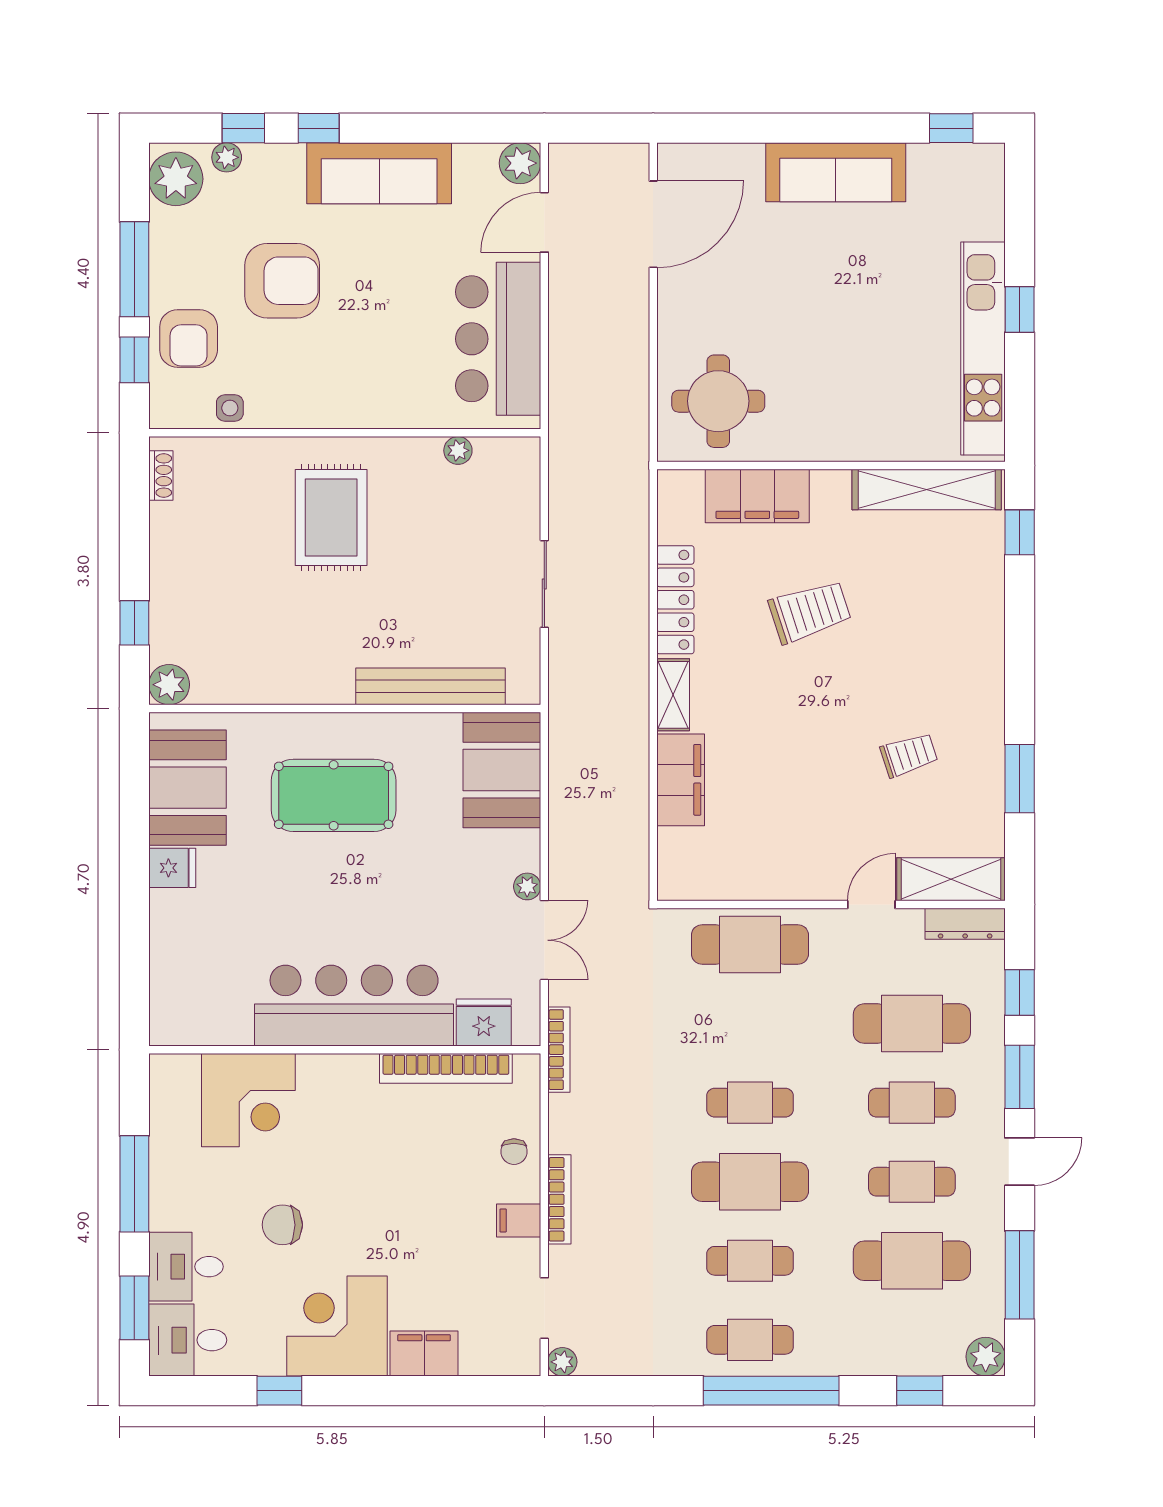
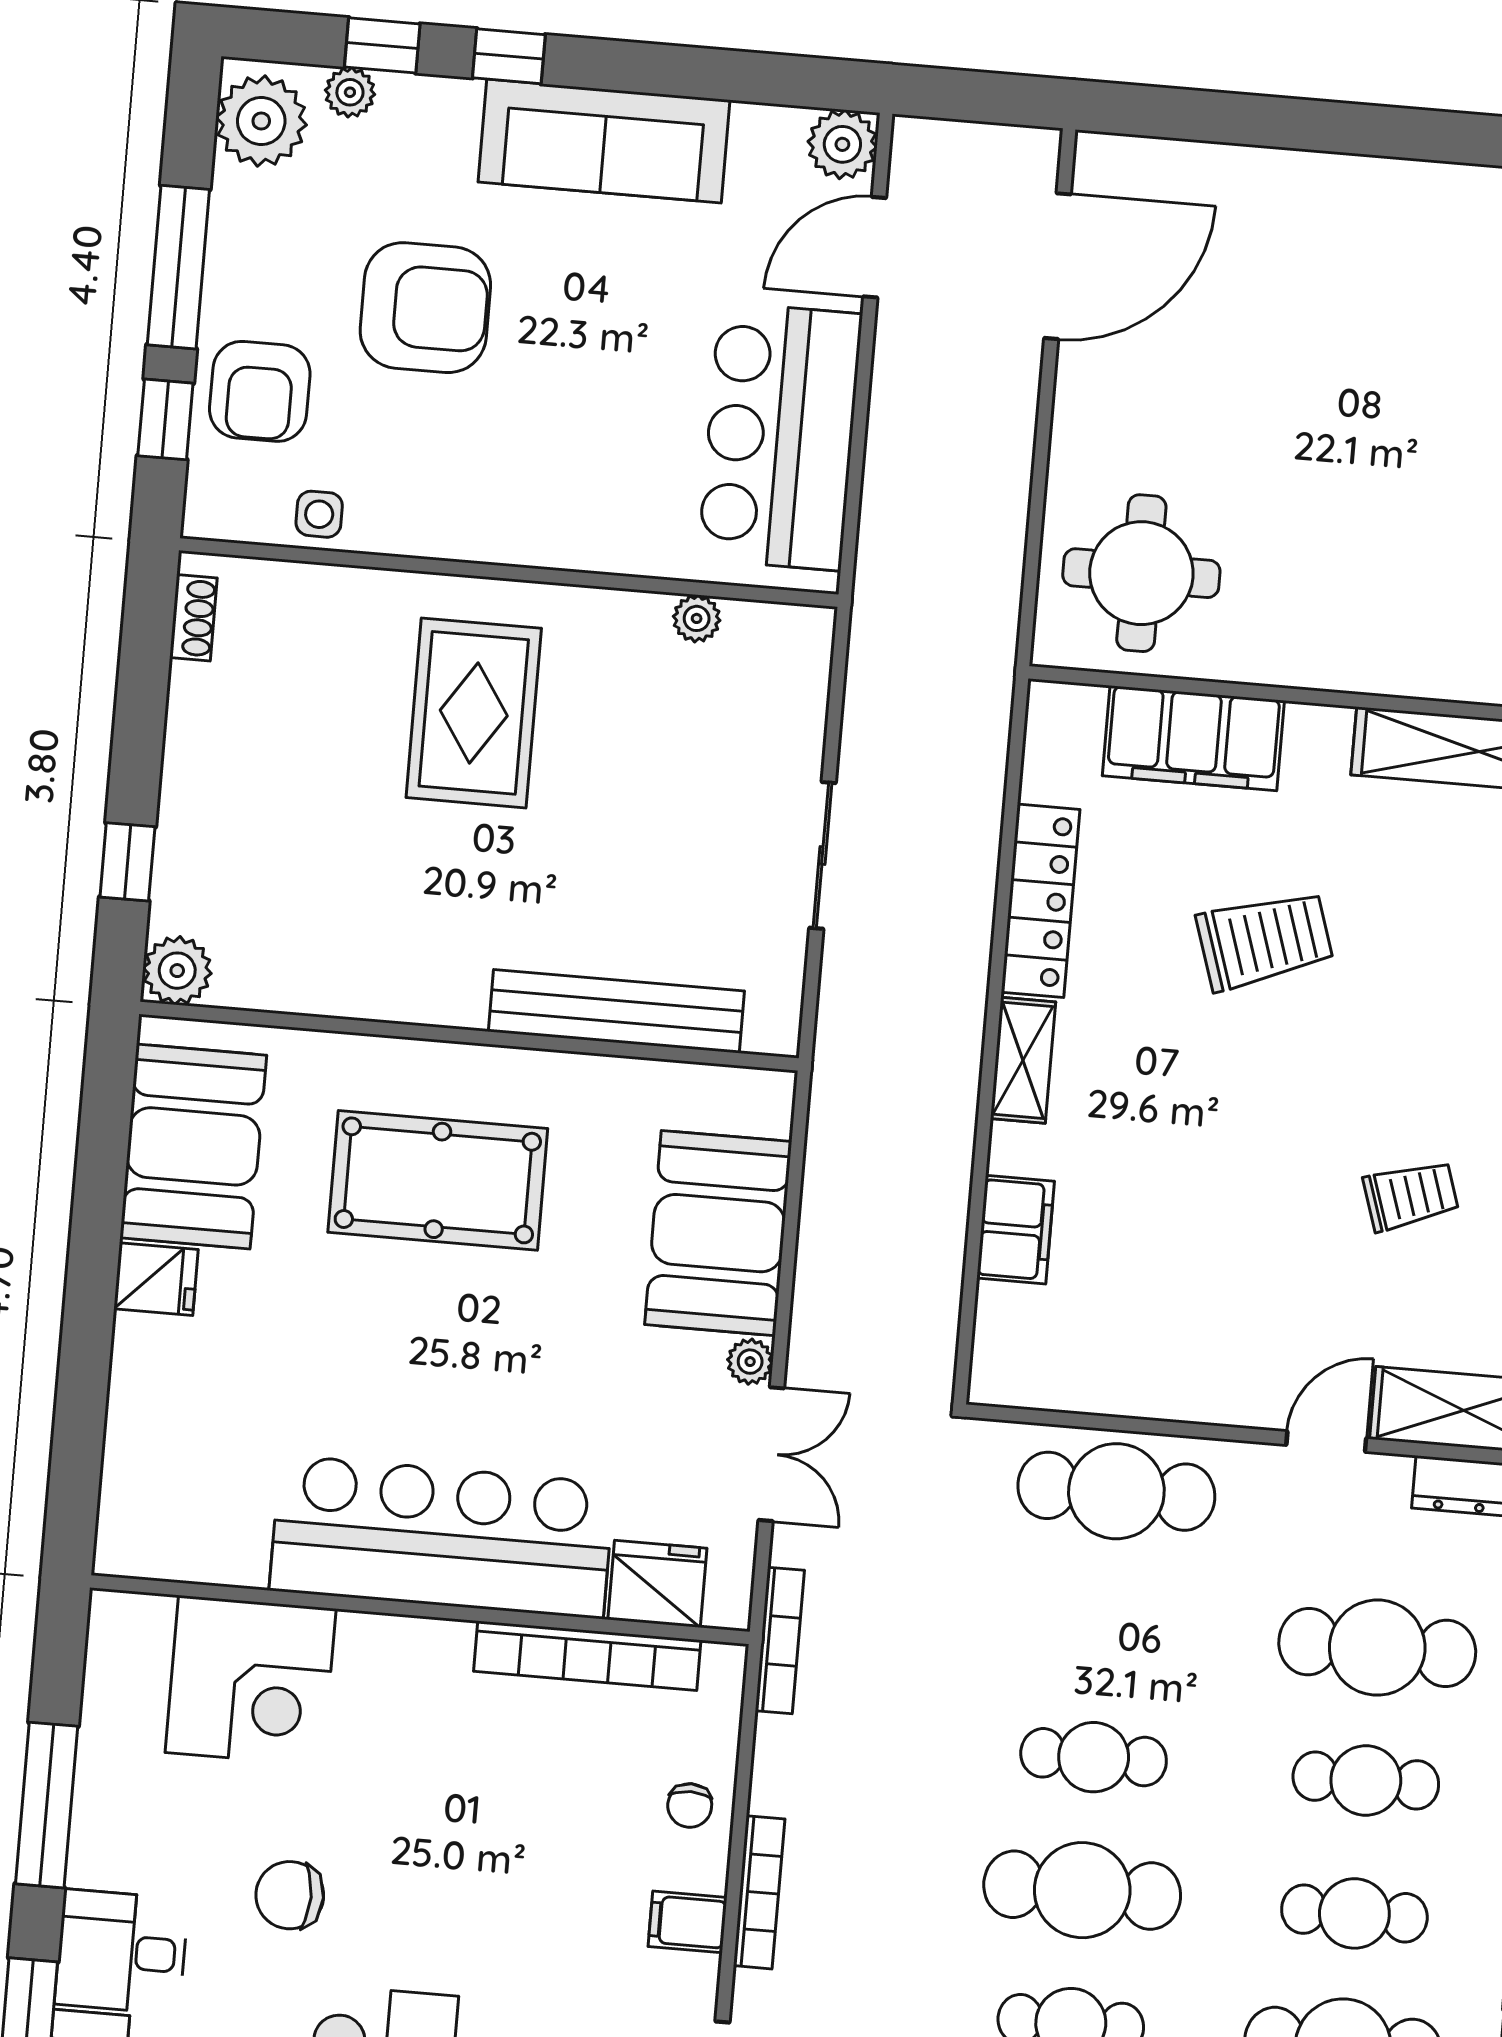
sofa: (836, 172) -> (1372, 205), removed
booth: (502, 770) -> (718, 1233), moved
filing cabinet: (681, 780) -> (1016, 1230), width x0.67, depth x0.86

